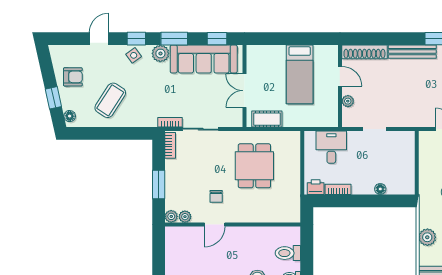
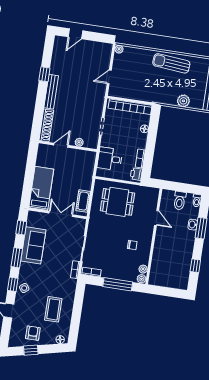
plant: (160, 53) -> (26, 269), removed
sofa: (204, 59) -> (33, 245), width x0.73
bed: (300, 74) -> (41, 188), moved, turned -90
double door: (244, 91) -> (61, 214), swing flipped
window: (53, 98) -> (31, 350), moved
coffee table: (110, 100) -> (53, 309), turned 57
bookcase: (408, 164) -> (130, 107), added
dining table: (254, 166) -> (117, 202), moved
window: (159, 184) -> (118, 284), width x1.44
door: (215, 225) -> (157, 218), moved

